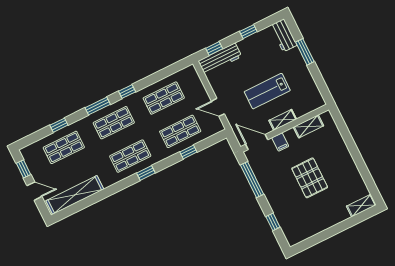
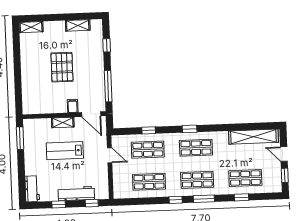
window: (305, 52) -> (20, 138), moved
workbench: (220, 59) -> (76, 193), moved
lab bench: (267, 91) -> (65, 151), turned 180
shelving: (308, 126) -> (78, 25), moved

